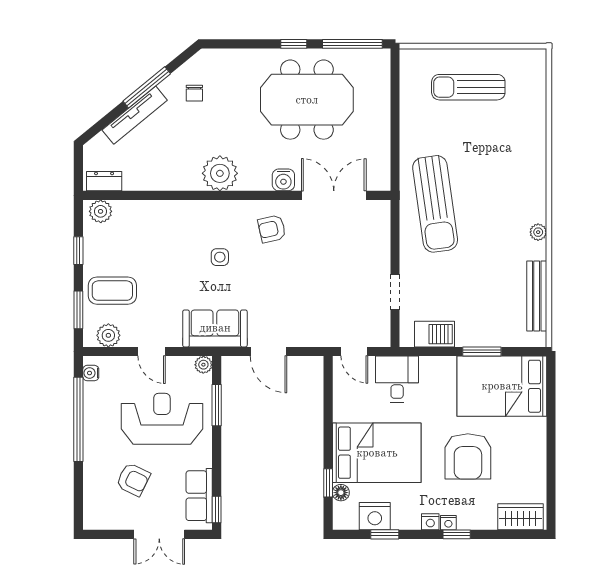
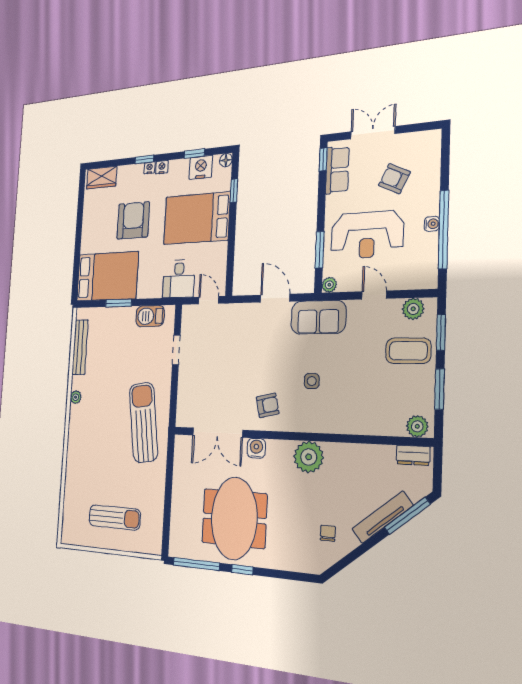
window: (147, 87) -> (407, 516), moved
meeting table: (307, 100) -> (234, 518), turned 90
window: (78, 251) -> (440, 389), width x1.50
water cooler: (91, 373) -> (432, 224), moved
floor lamp: (341, 493) -> (226, 160), moved

